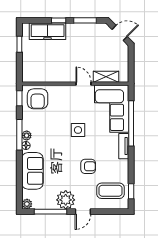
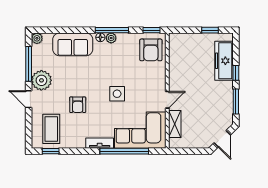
armchair: (38, 99) -> (151, 50), turned -90

